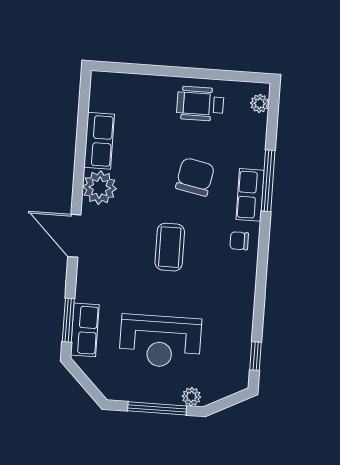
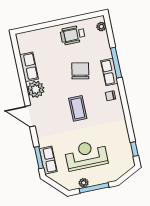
reception desk: (160, 341) -> (86, 155), turned 180
plant: (191, 397) -> (84, 183), moved

